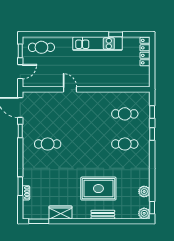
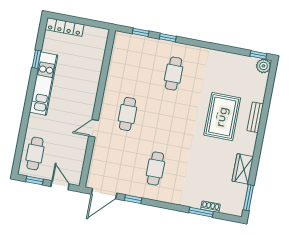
cafe table: (125, 114) -> (127, 114), moved
plant: (144, 191) -> (237, 61), removed

